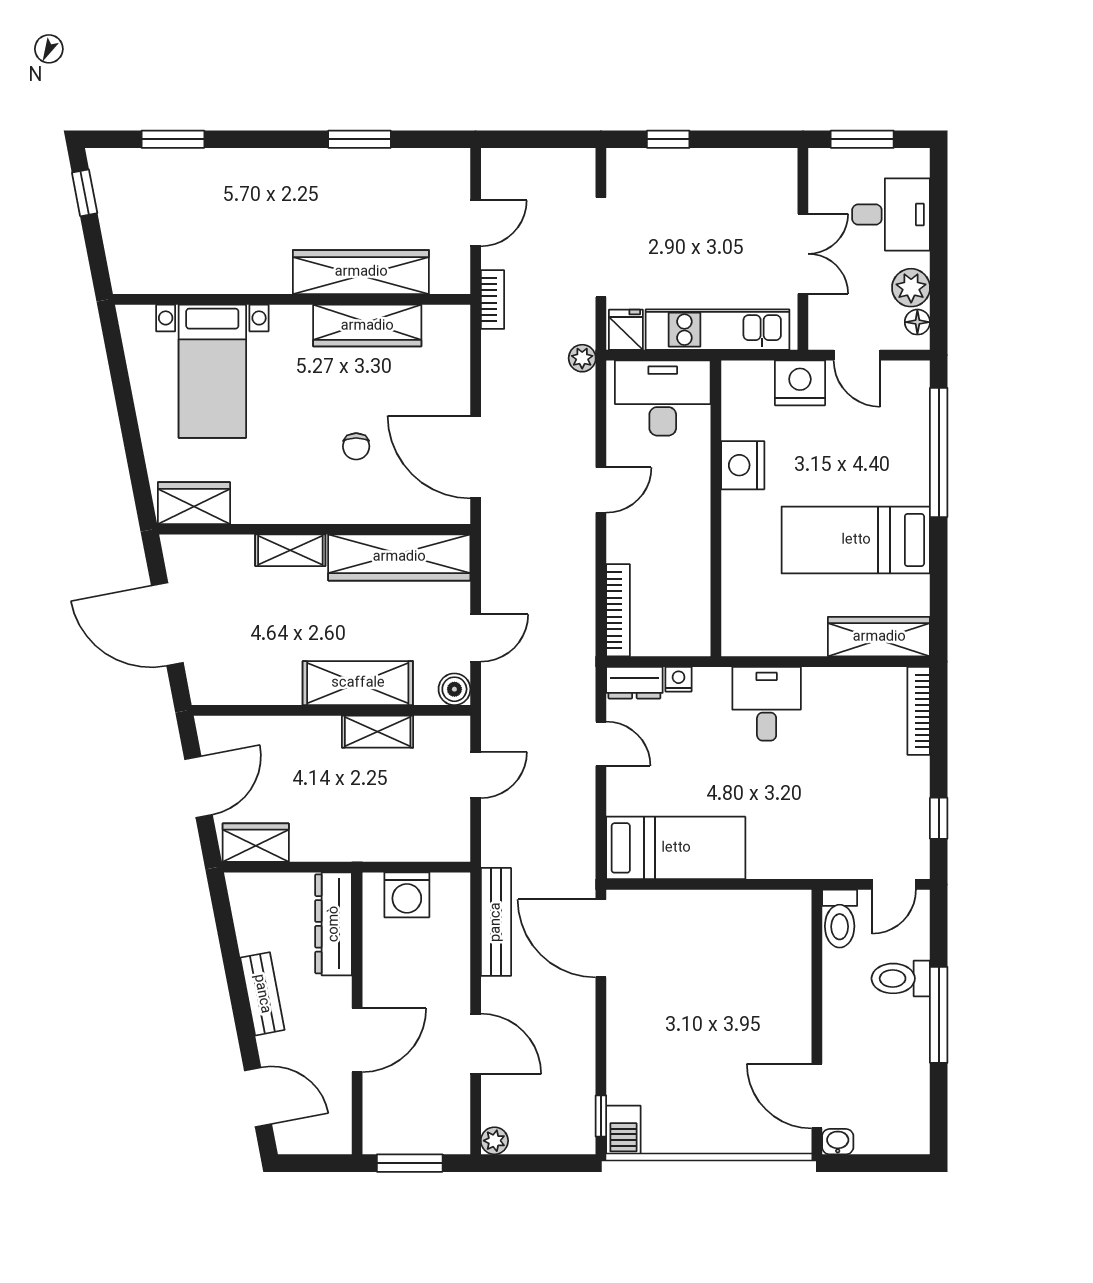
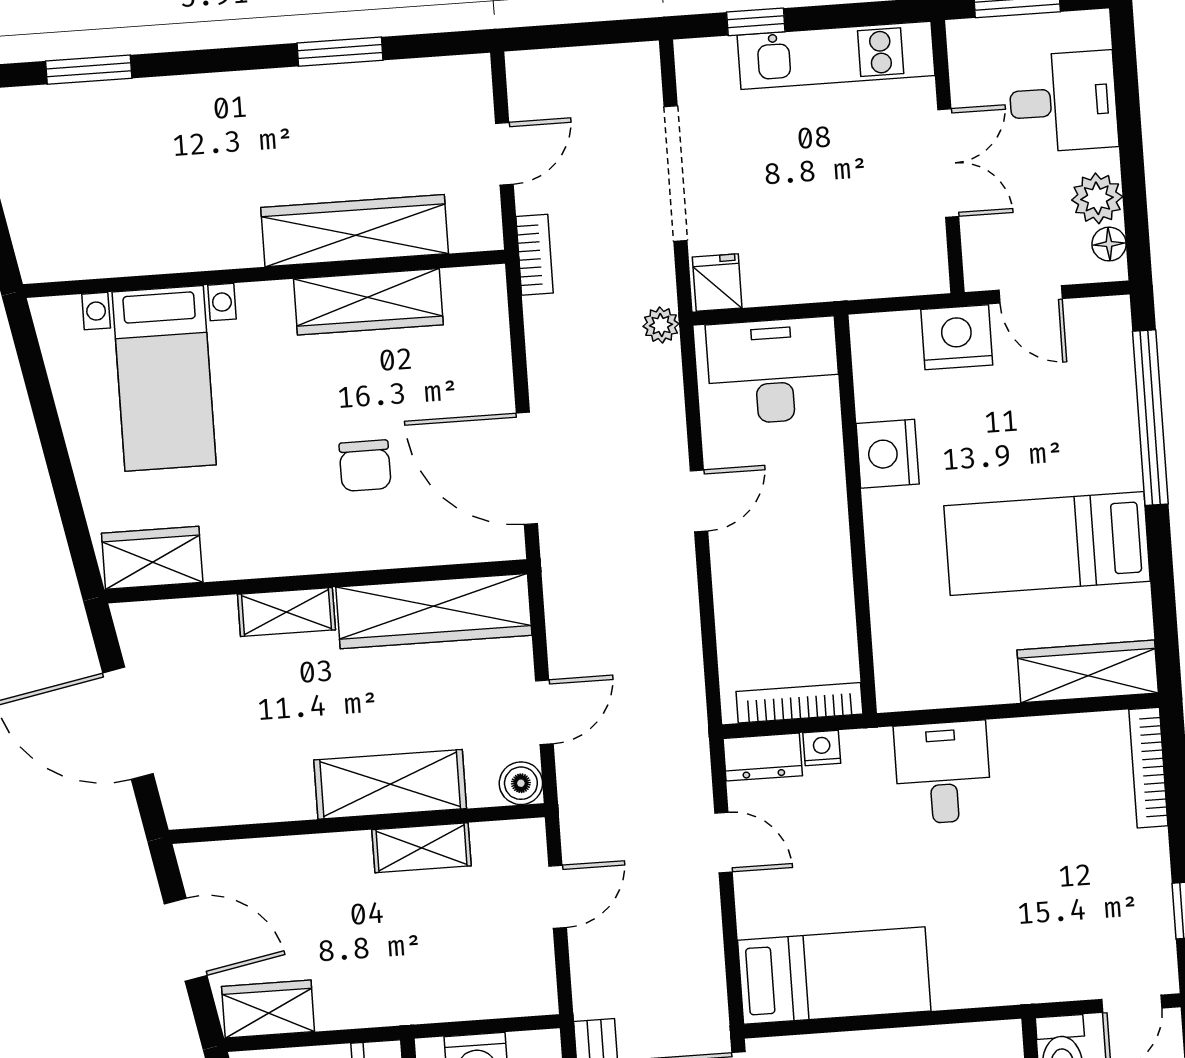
kitchen unit: (718, 330) -> (836, 55), moved, turned 180
chair: (356, 446) -> (365, 466), width x1.37, depth x1.37
bookcase: (618, 610) -> (799, 703), moved, turned -90
door: (198, 787) -> (186, 940), hinge flipped

